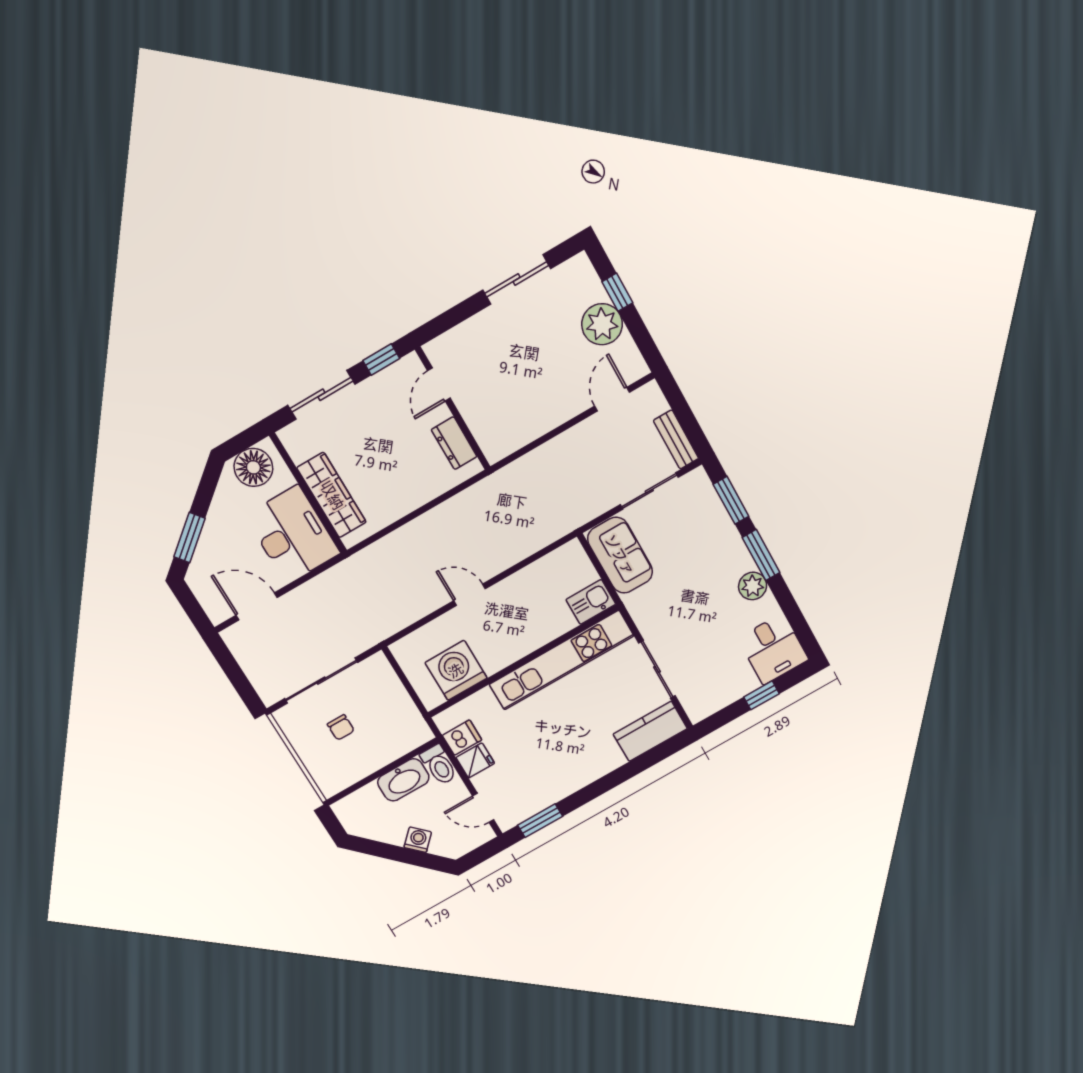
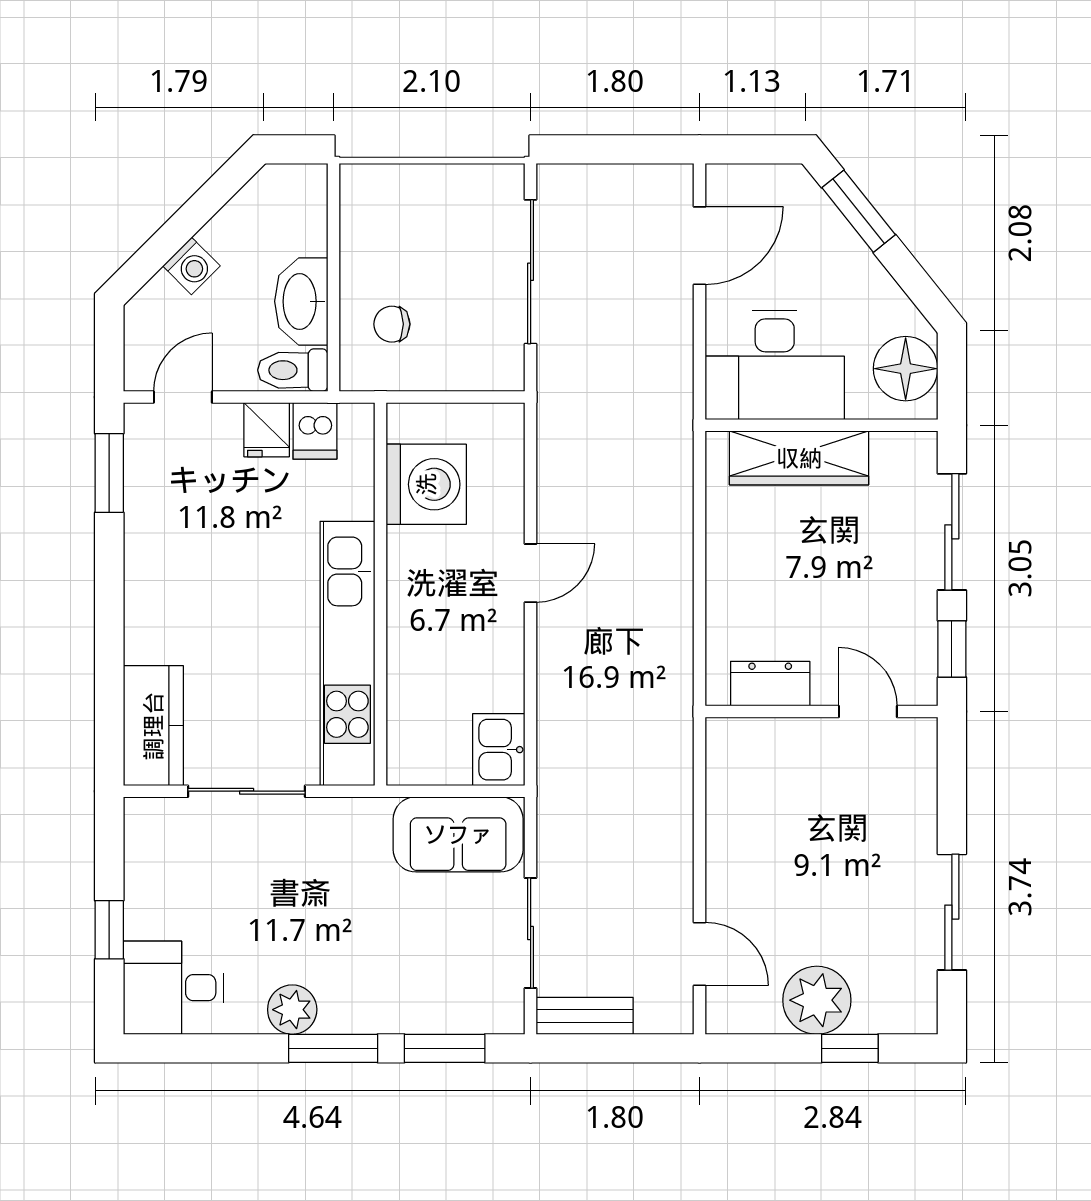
kitchen sink: (591, 602) -> (499, 750), moved, turned 180
chair: (341, 727) -> (392, 324), moved

